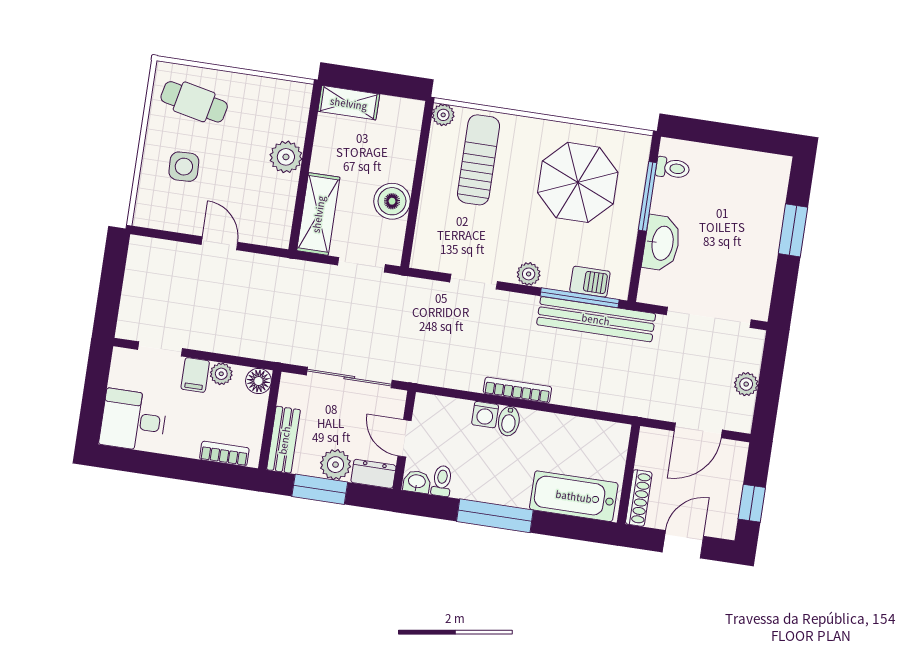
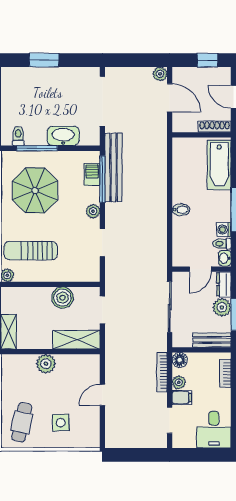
plant: (746, 384) -> (160, 74), moved
bookcase: (517, 390) -> (162, 372), moved
washing machine: (485, 415) -> (224, 230), moved, turned 180

